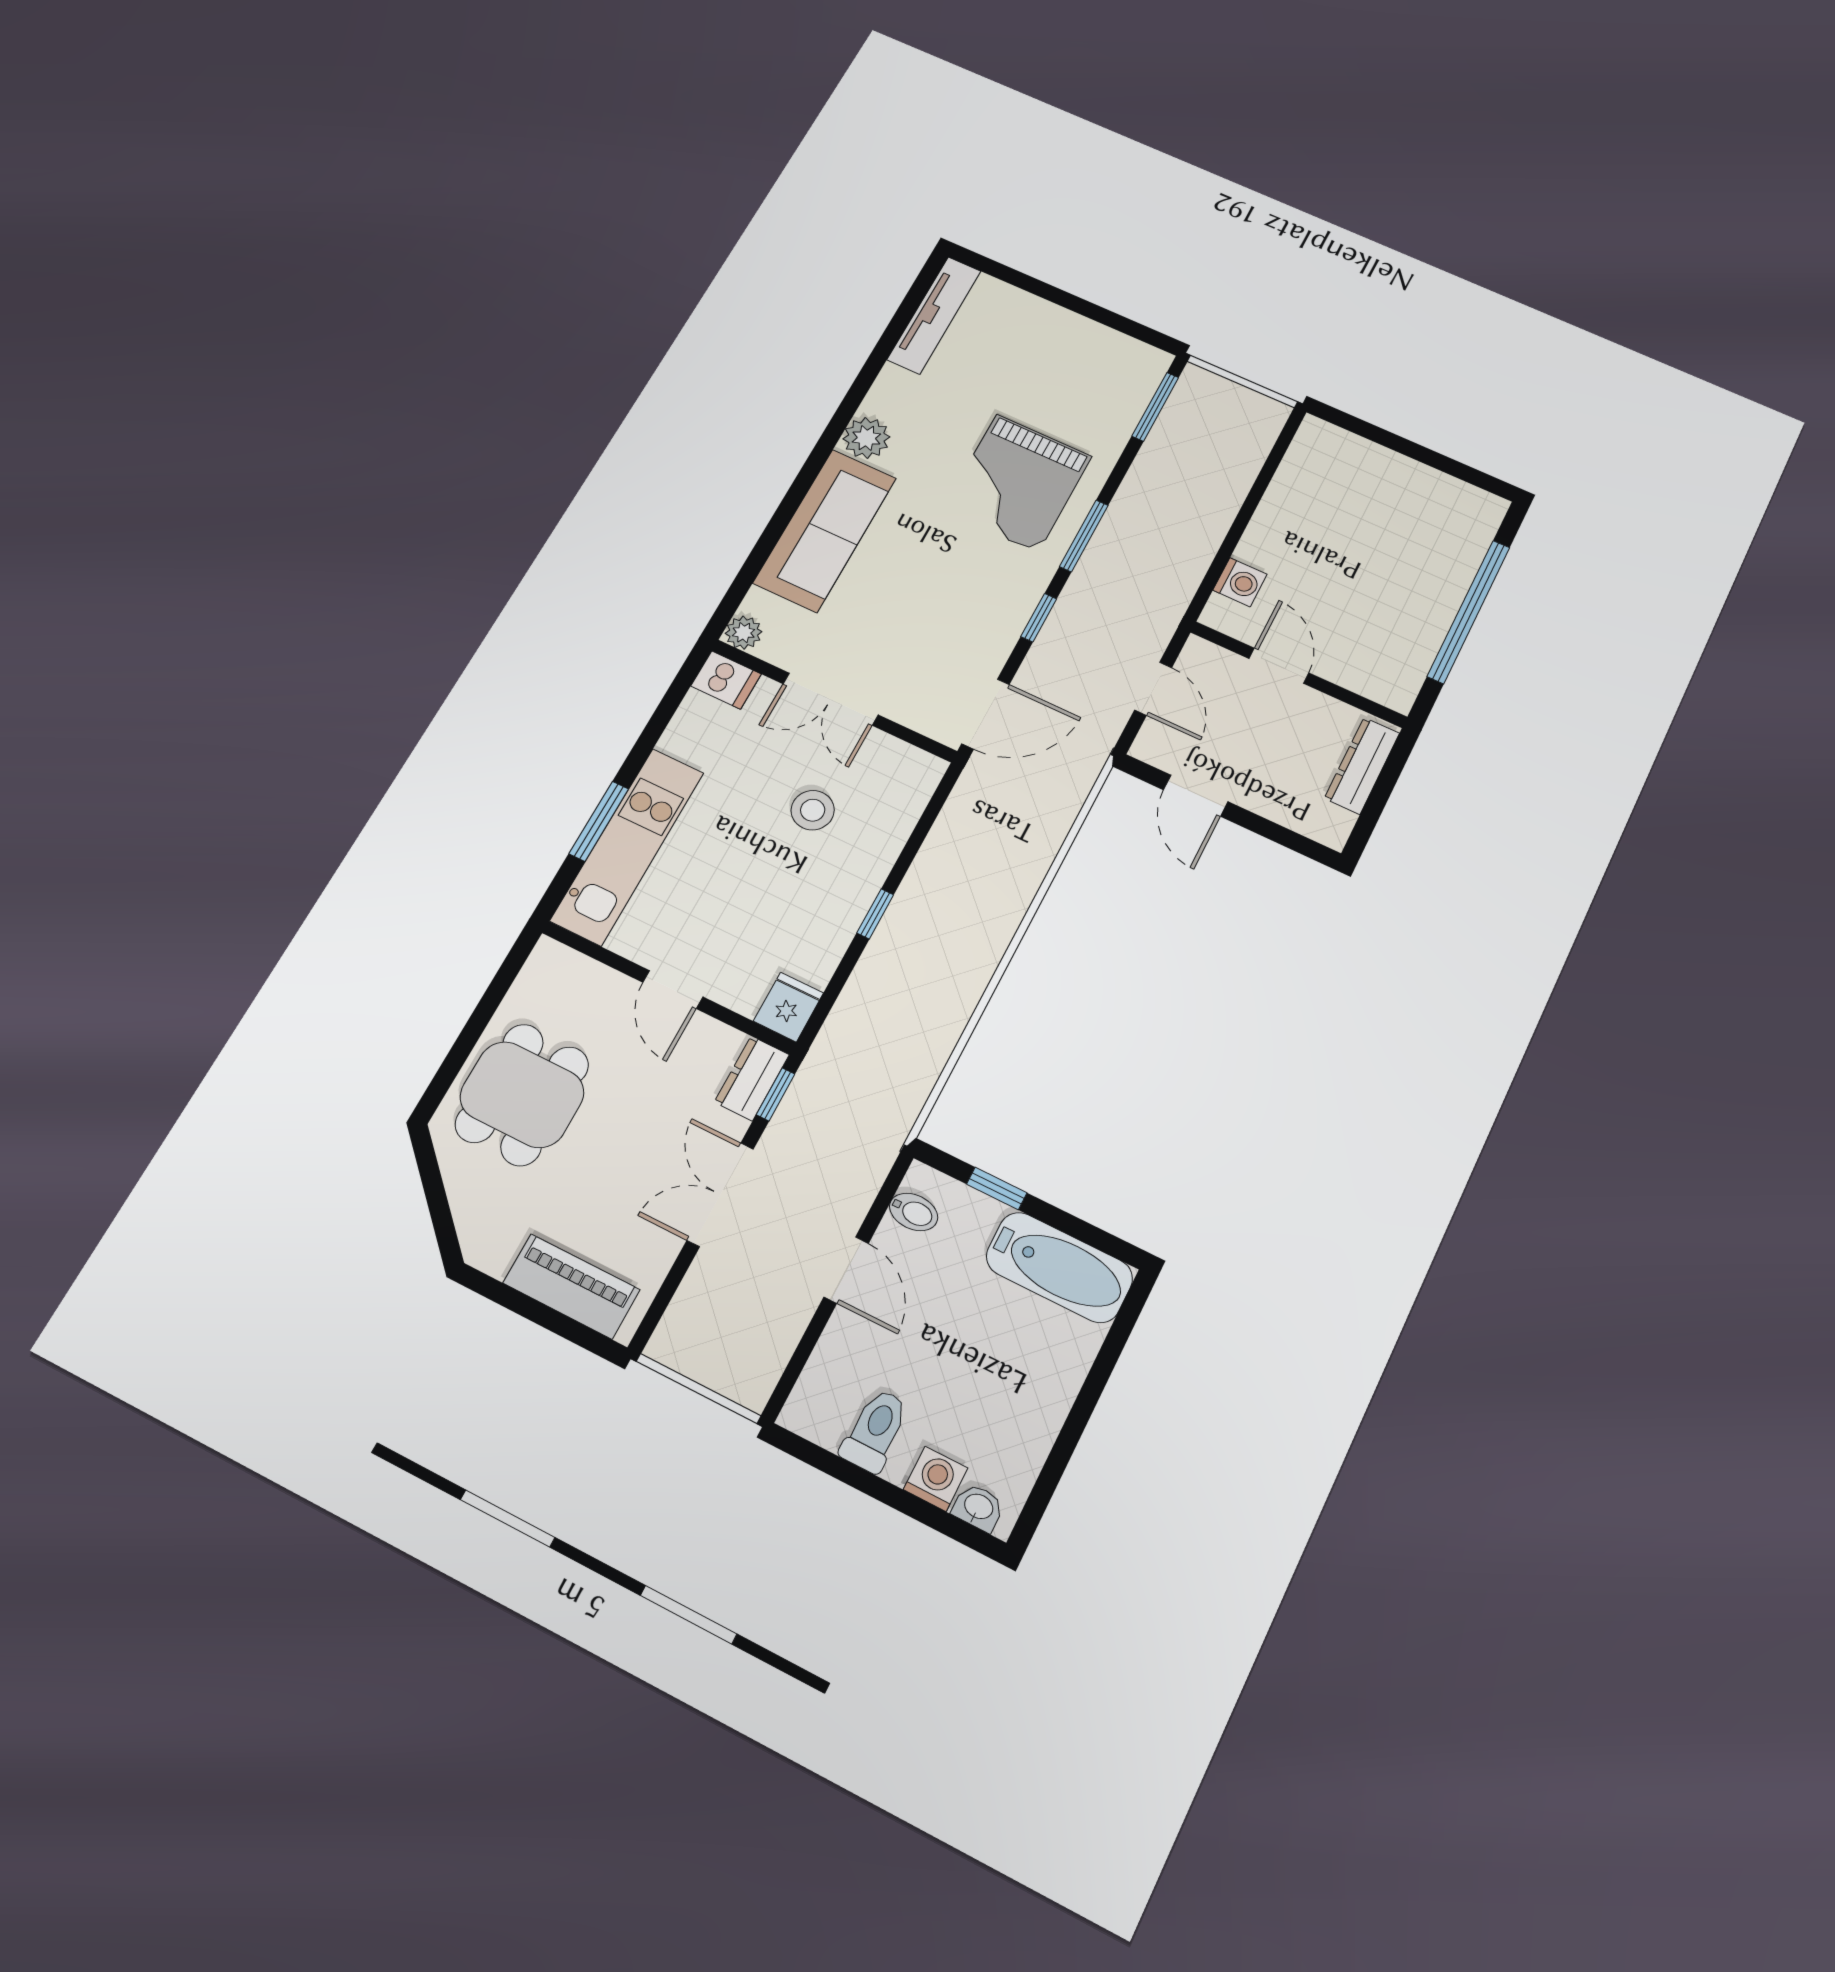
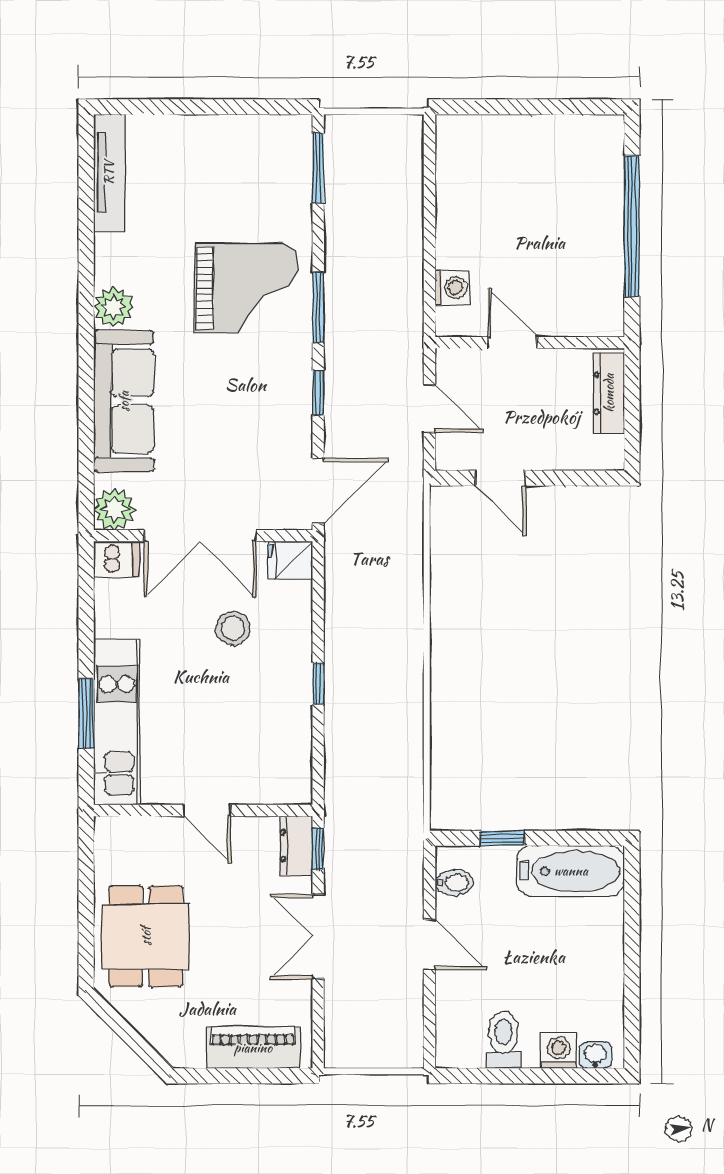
grand piano: (1017, 483) -> (246, 288), turned -90
plant: (744, 633) -> (114, 509), width x1.38, depth x1.38
double door: (831, 699) -> (200, 536), width x1.37
fridge: (788, 1007) -> (290, 560), moved, turned -90

